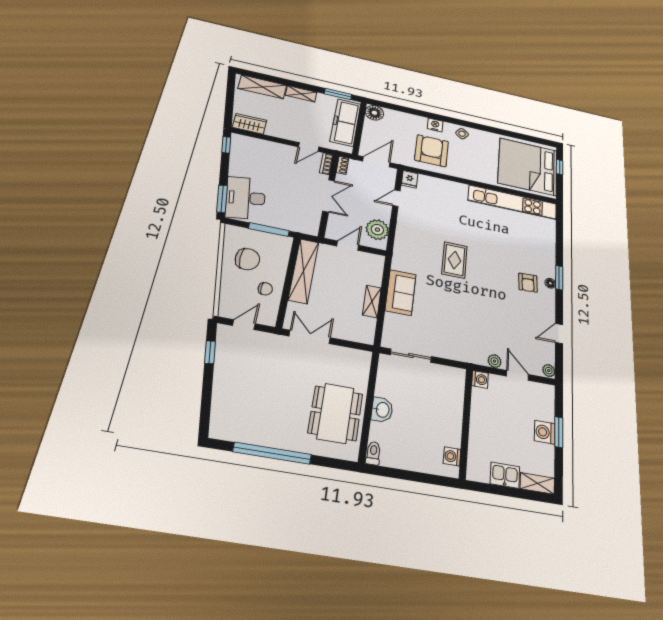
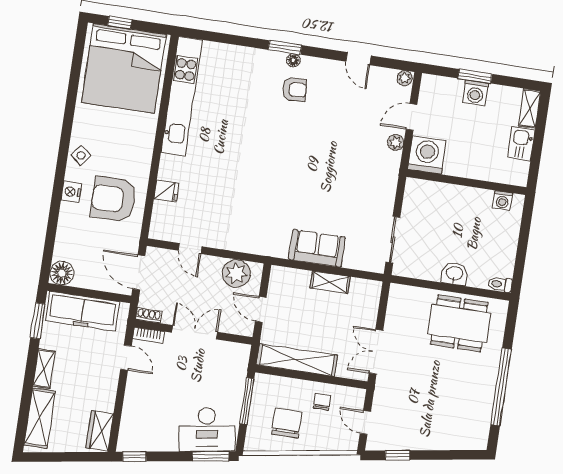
fridge: (410, 179) -> (166, 191), moved
rug: (455, 260) -> (270, 180), removed
washing machine: (480, 379) -> (427, 155), width x1.89, depth x1.89

